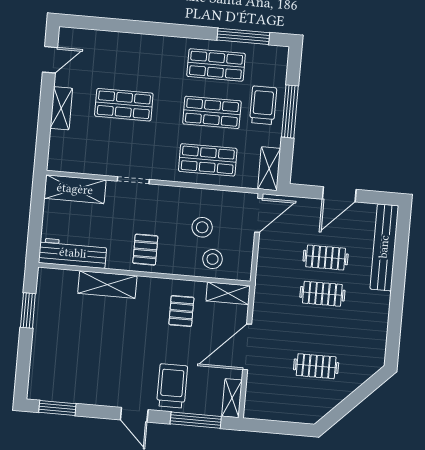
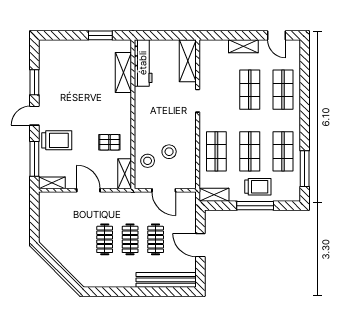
shop shelf: (128, 57) -> (283, 90), added
door: (259, 215) -> (164, 190), moved
pallet: (145, 250) -> (150, 113), removed
shelving: (107, 285) -> (123, 72), moved
door: (247, 347) -> (88, 190), width x0.73
clothes rail: (316, 366) -> (105, 239), moved
window: (57, 408) -> (34, 82), moved

